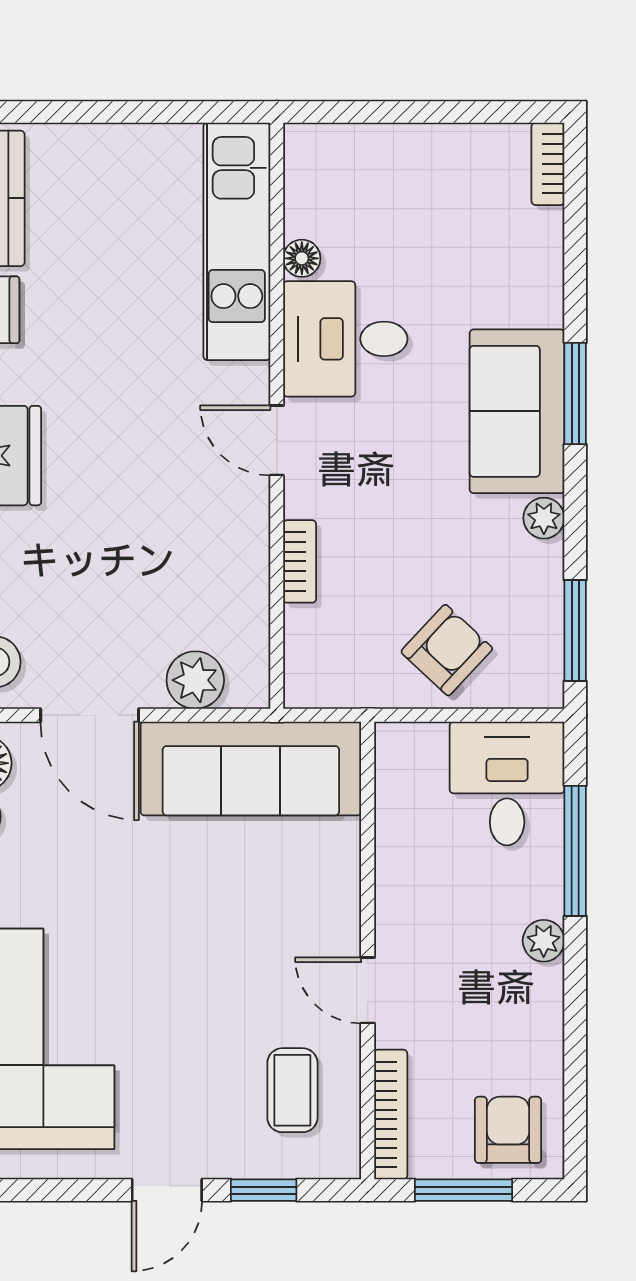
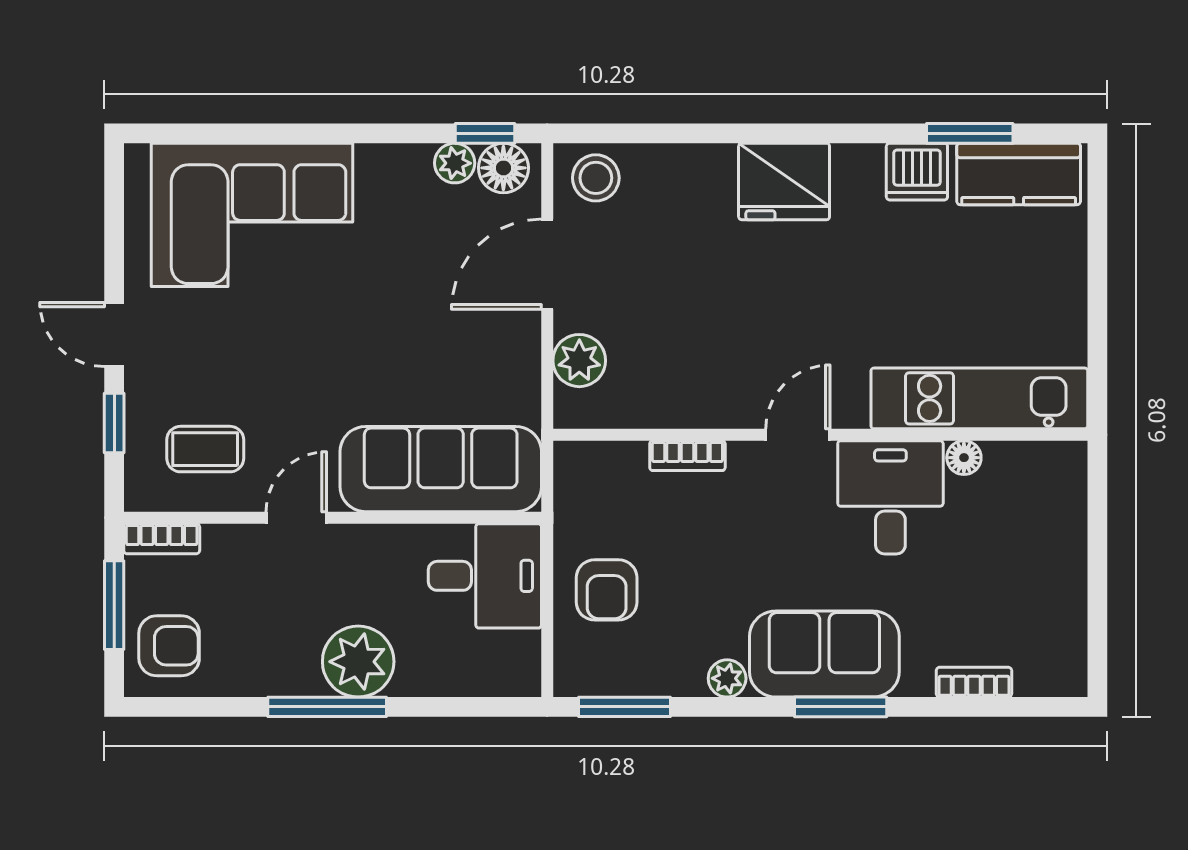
bookcase: (548, 164) -> (974, 682), moved
armchair: (447, 650) -> (607, 590), turned 47
sofa: (251, 769) -> (441, 469), moved, turned 90
desk: (507, 784) -> (485, 576), moved
window: (575, 851) -> (327, 707), moved
plant: (544, 941) -> (358, 662), width x1.88, depth x1.88
bookcase: (391, 1115) -> (162, 539), width x0.64

